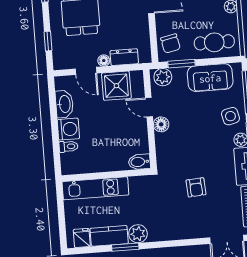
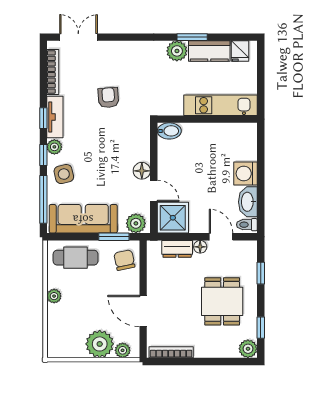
sofa: (210, 78) -> (83, 219), width x1.36
shower: (116, 86) -> (173, 218), moved
toilet: (68, 146) -> (247, 225), moved

